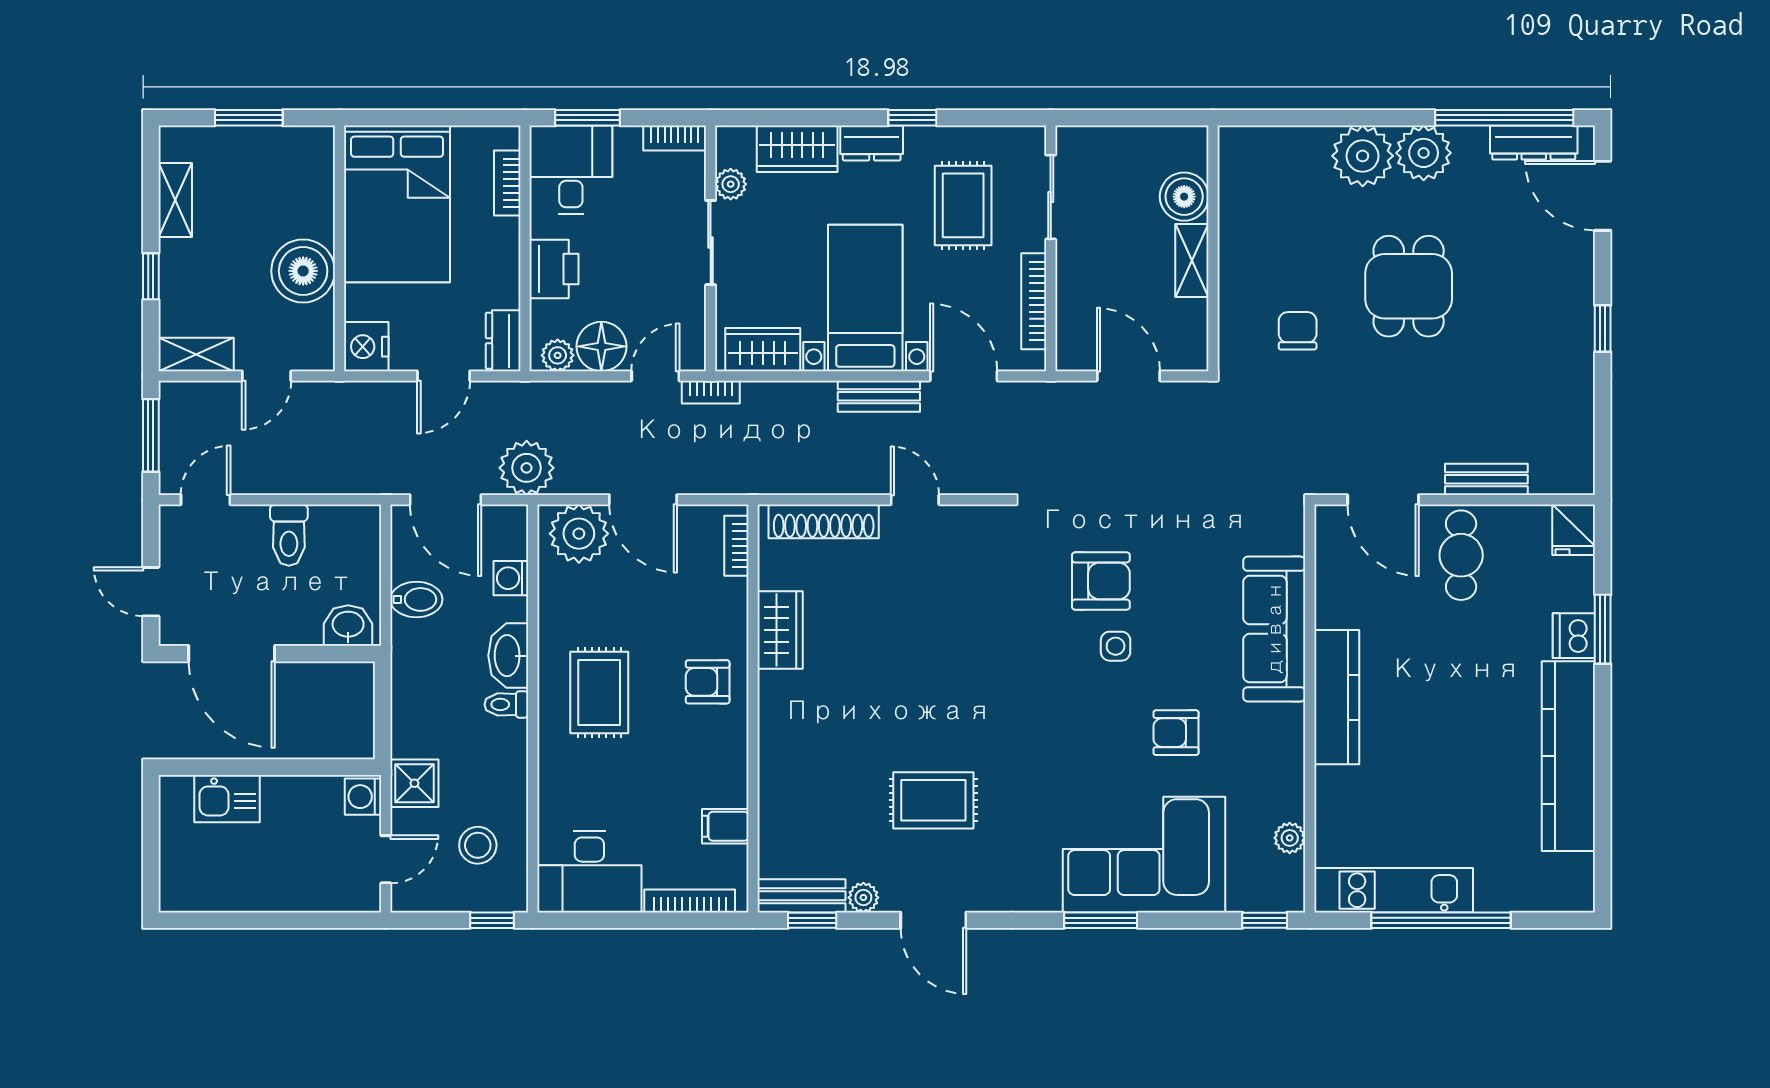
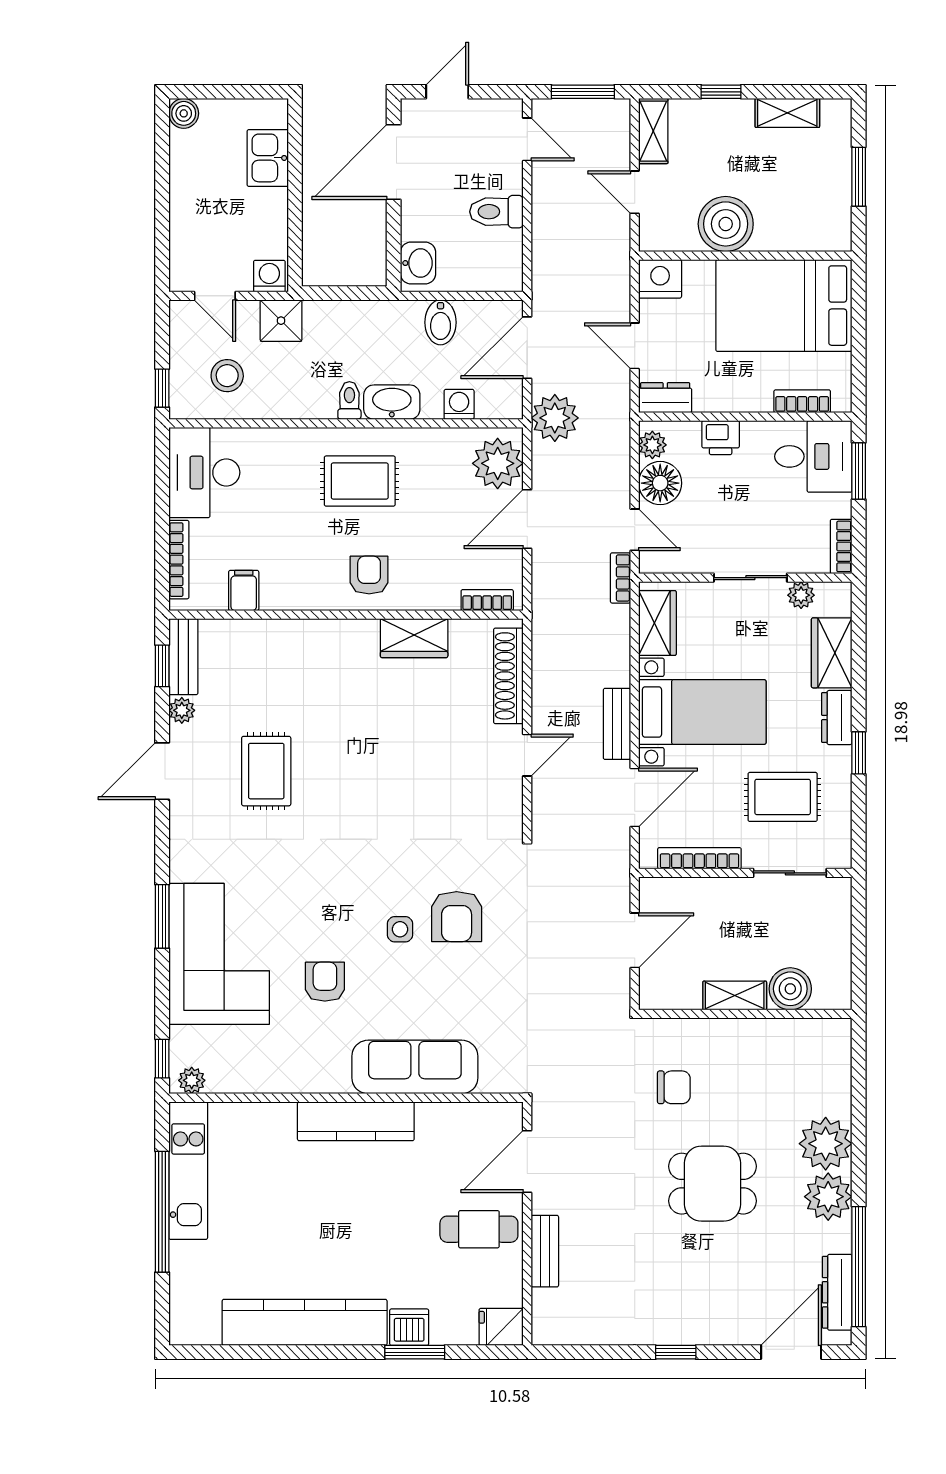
printer: (554, 269) -> (721, 438), width x0.73, depth x0.81
plant: (1290, 838) -> (192, 1080), moved
boiler: (176, 895) -> (184, 113), added

